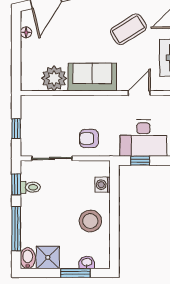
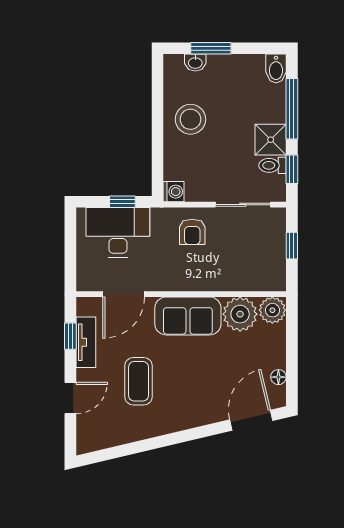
coffee table: (128, 29) -> (139, 381), turned -58
plant: (30, 81) -> (272, 310), added
door: (139, 93) -> (124, 294), width x1.38
armchair: (89, 139) -> (192, 232), turned 90
washing machine: (103, 185) -> (174, 192), moved
shower: (48, 257) -> (271, 140), moved

